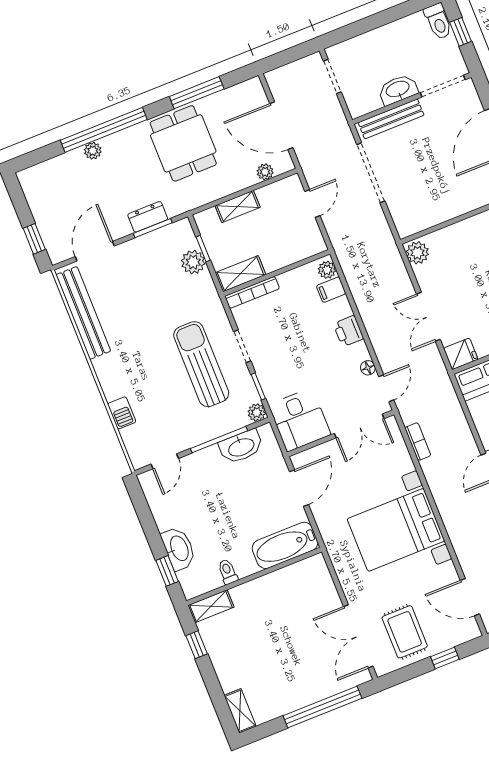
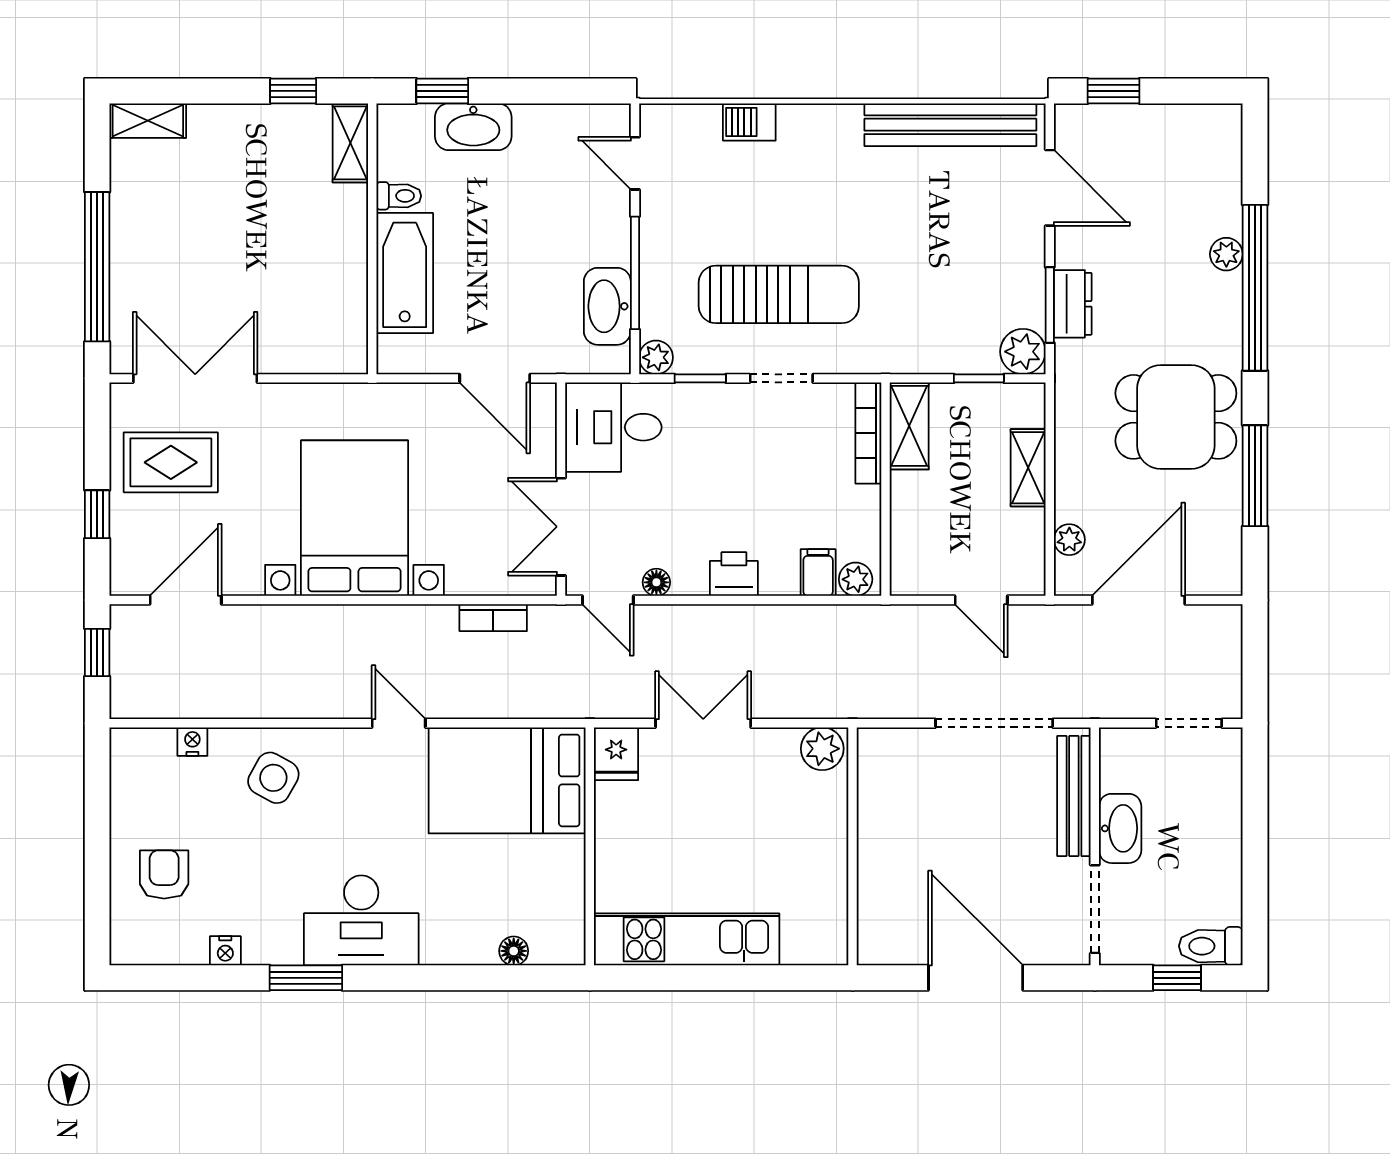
plant: (193, 262) -> (1023, 352), moved
bathtub: (285, 545) -> (405, 273), moved

